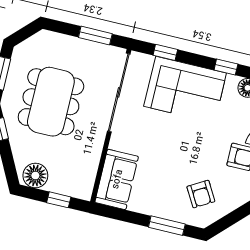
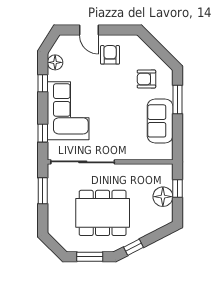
floor lamp: (35, 176) -> (163, 197), moved
sofa: (117, 179) -> (160, 121), moved, turned -90
armchair: (201, 194) -> (146, 79), turned -150

